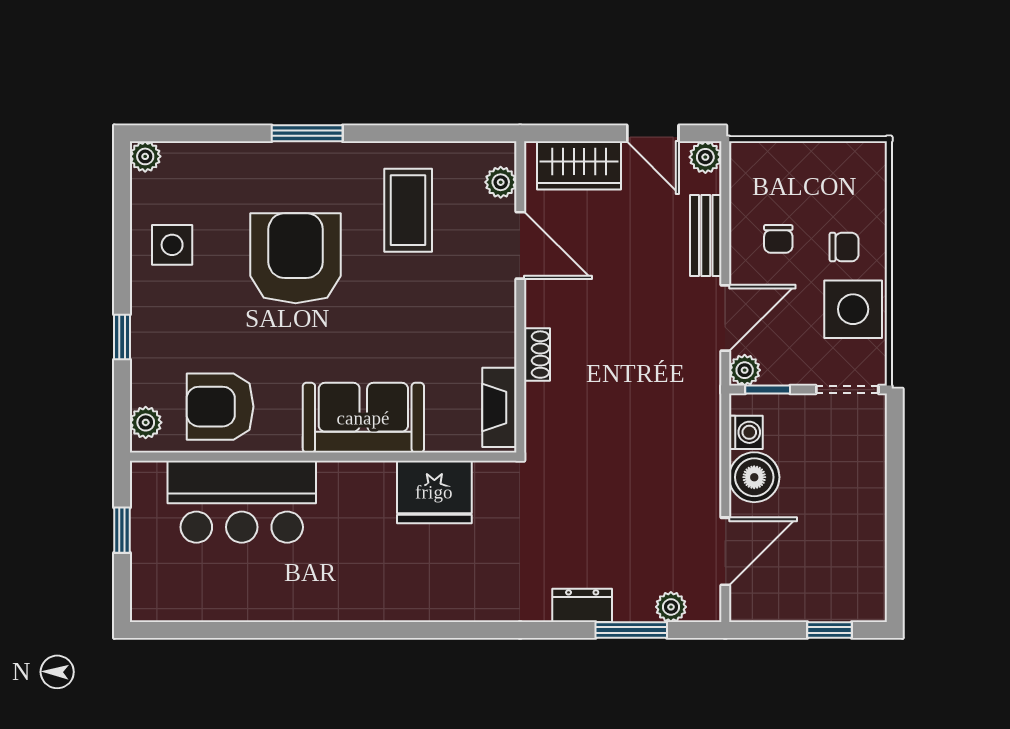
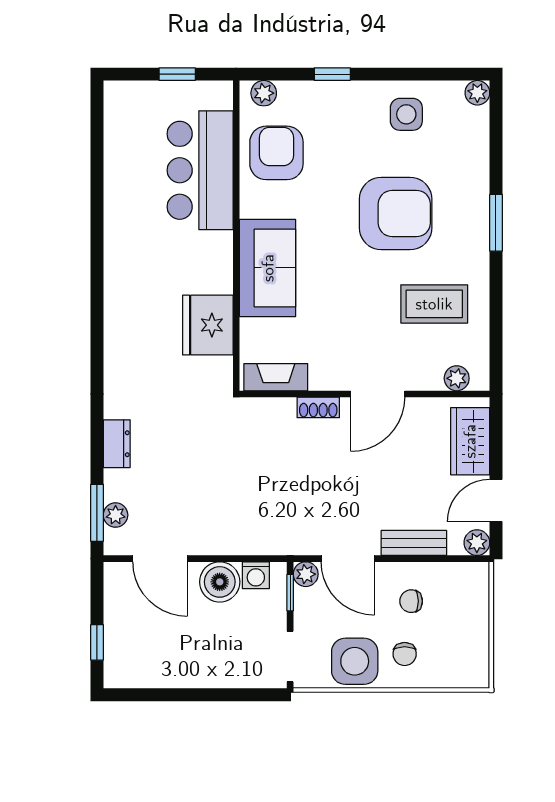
door: (520, 245) -> (378, 394), moved
window: (631, 630) -> (97, 513), moved

